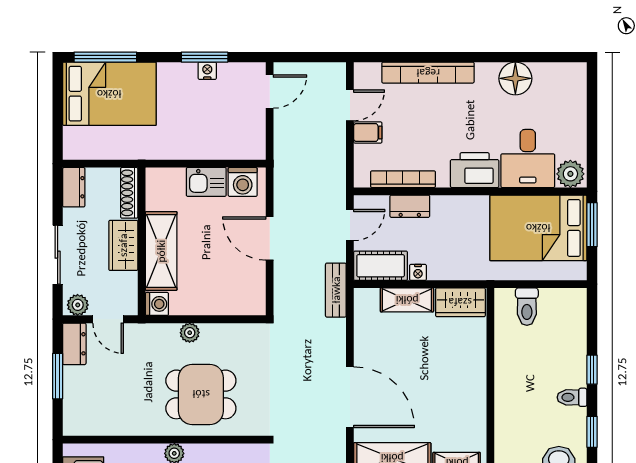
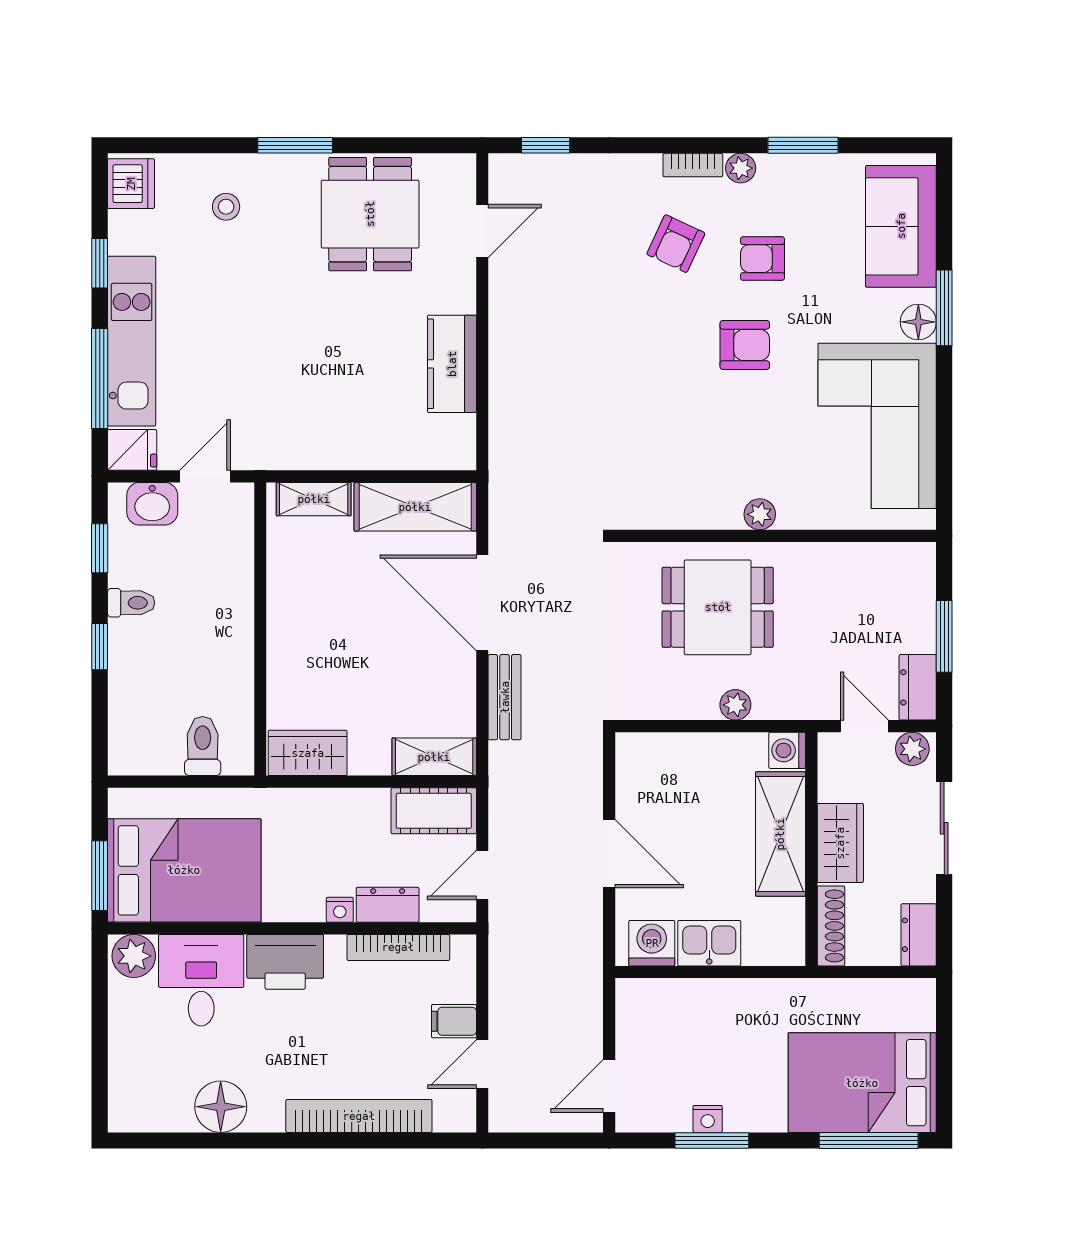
nightstand: (418, 272) -> (340, 910), moved, turned 180
bench: (336, 290) -> (505, 697), moved
shelving: (407, 300) -> (434, 757), moved

